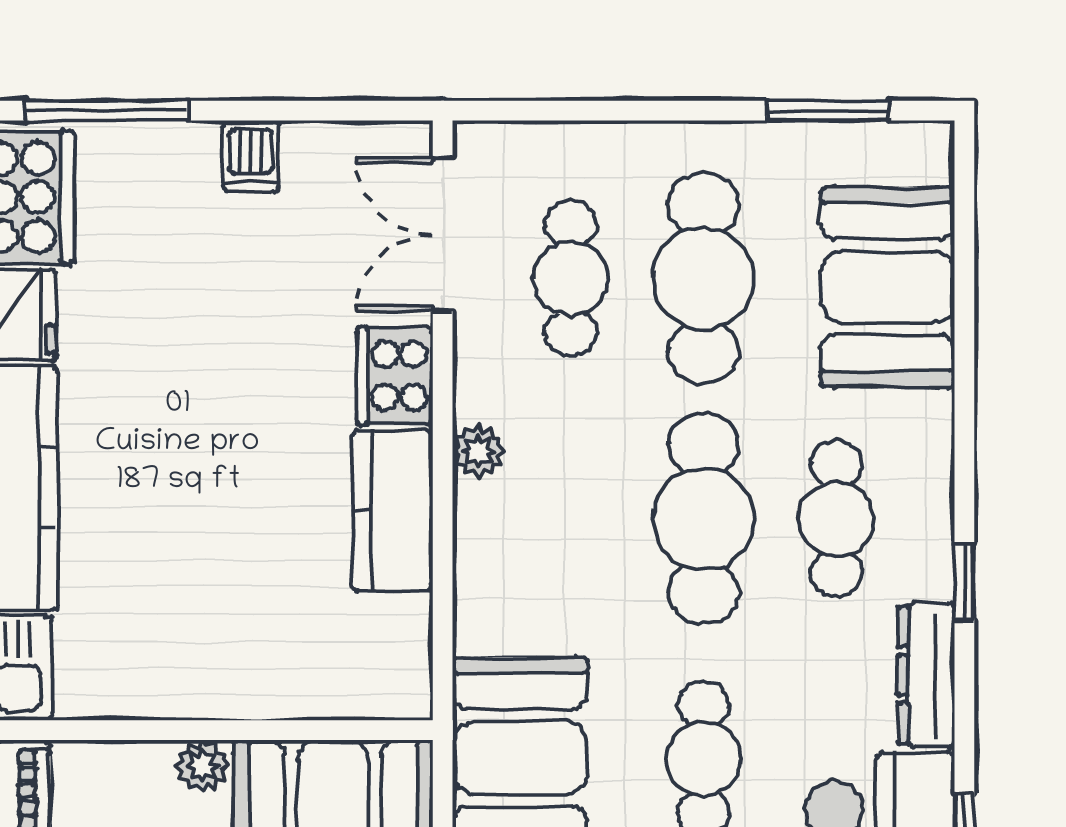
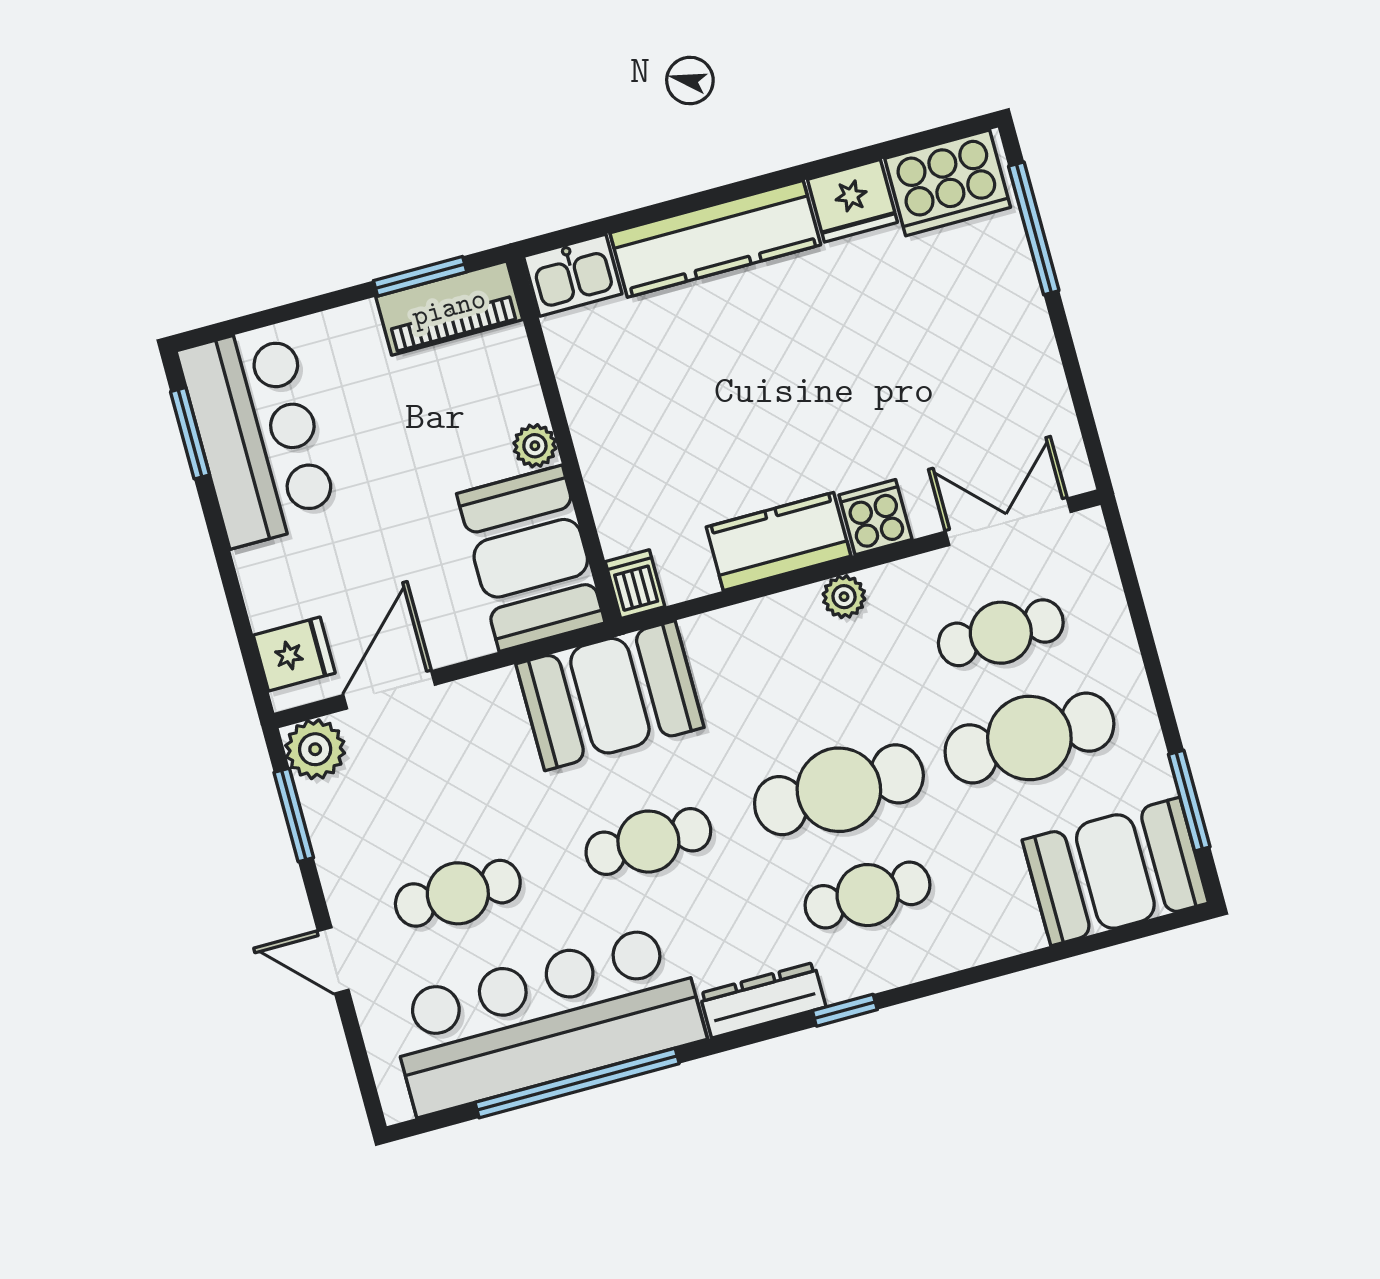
dishwasher: (251, 156) -> (635, 584), moved, turned 90
booth: (888, 287) -> (1115, 871), moved
cooker: (395, 376) -> (875, 517), width x0.73

